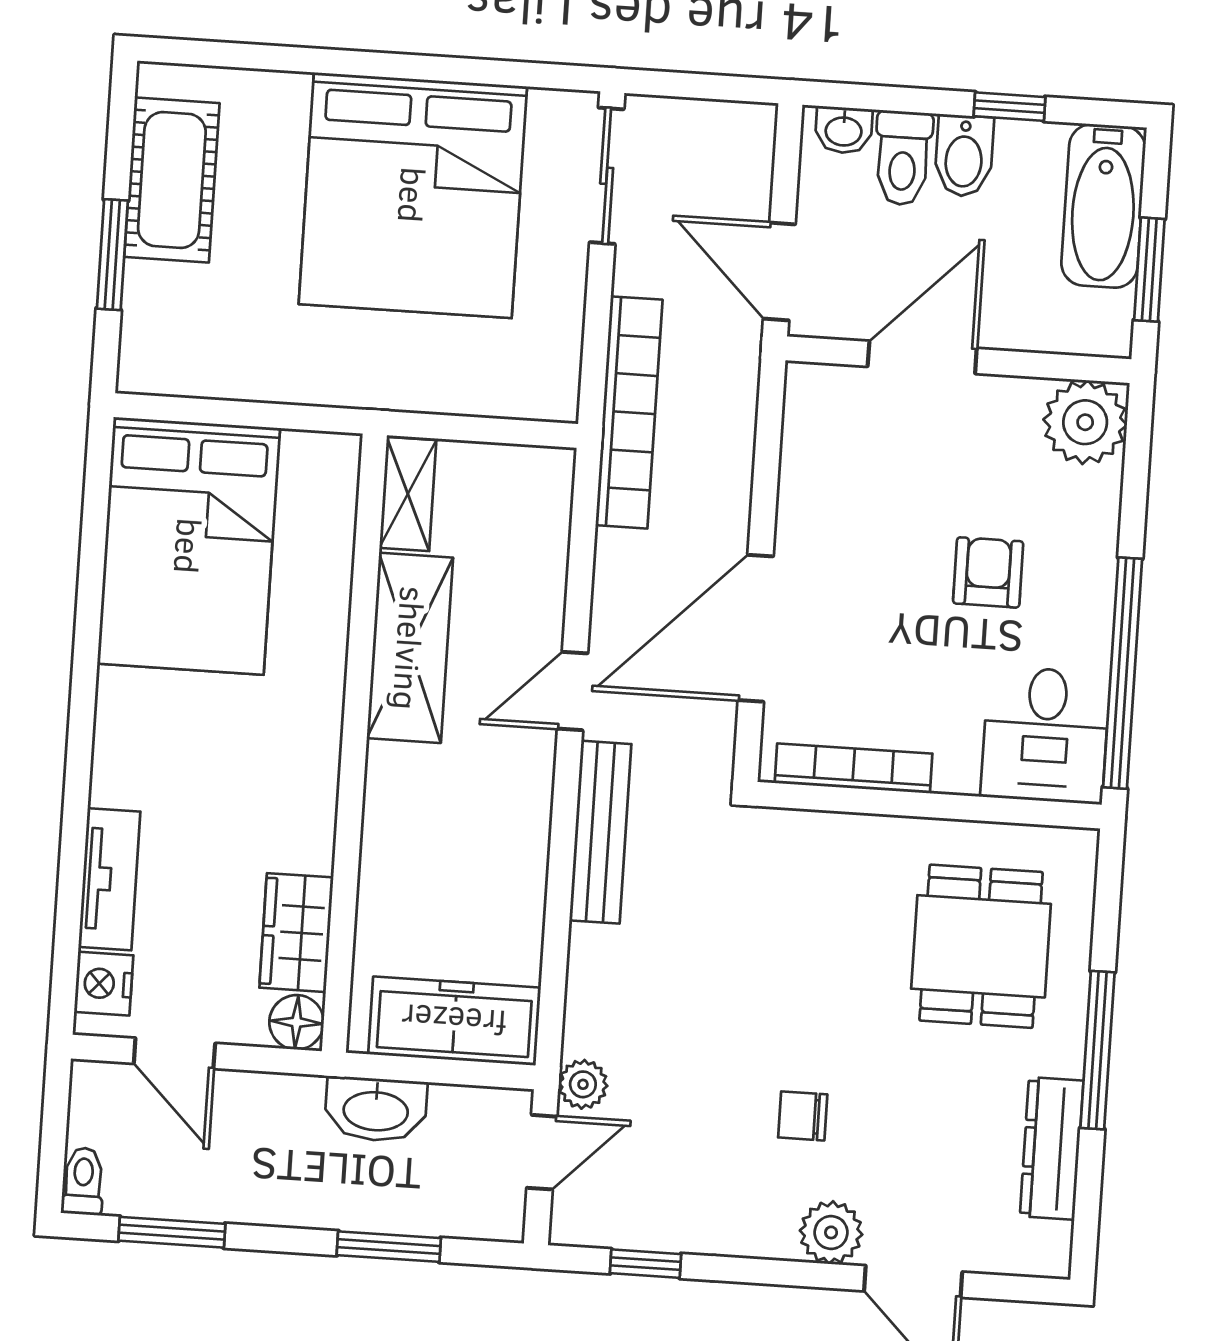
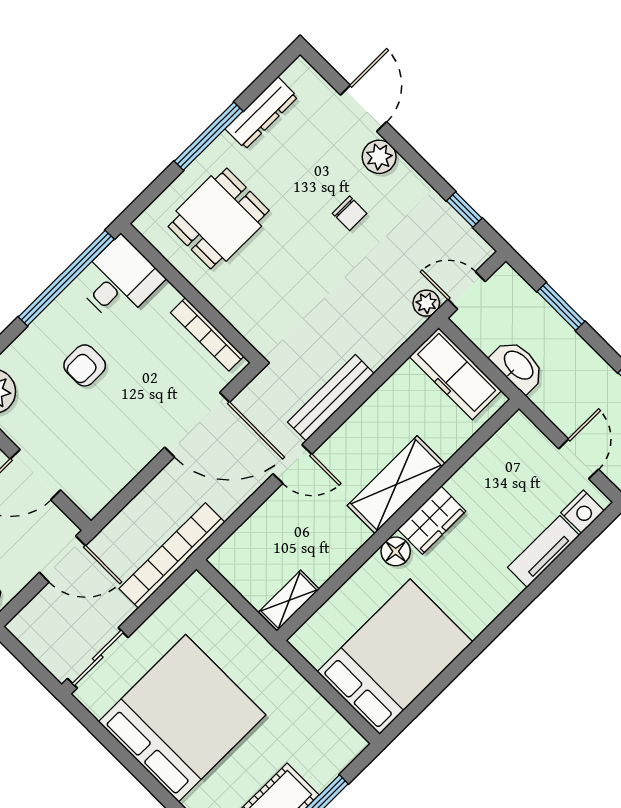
door: (779, 272) -> (62, 559), hinge flipped
shelving: (410, 648) -> (396, 485), moved
wardrobe: (296, 933) -> (432, 520), moved
floor lamp: (297, 1022) -> (396, 551), moved

